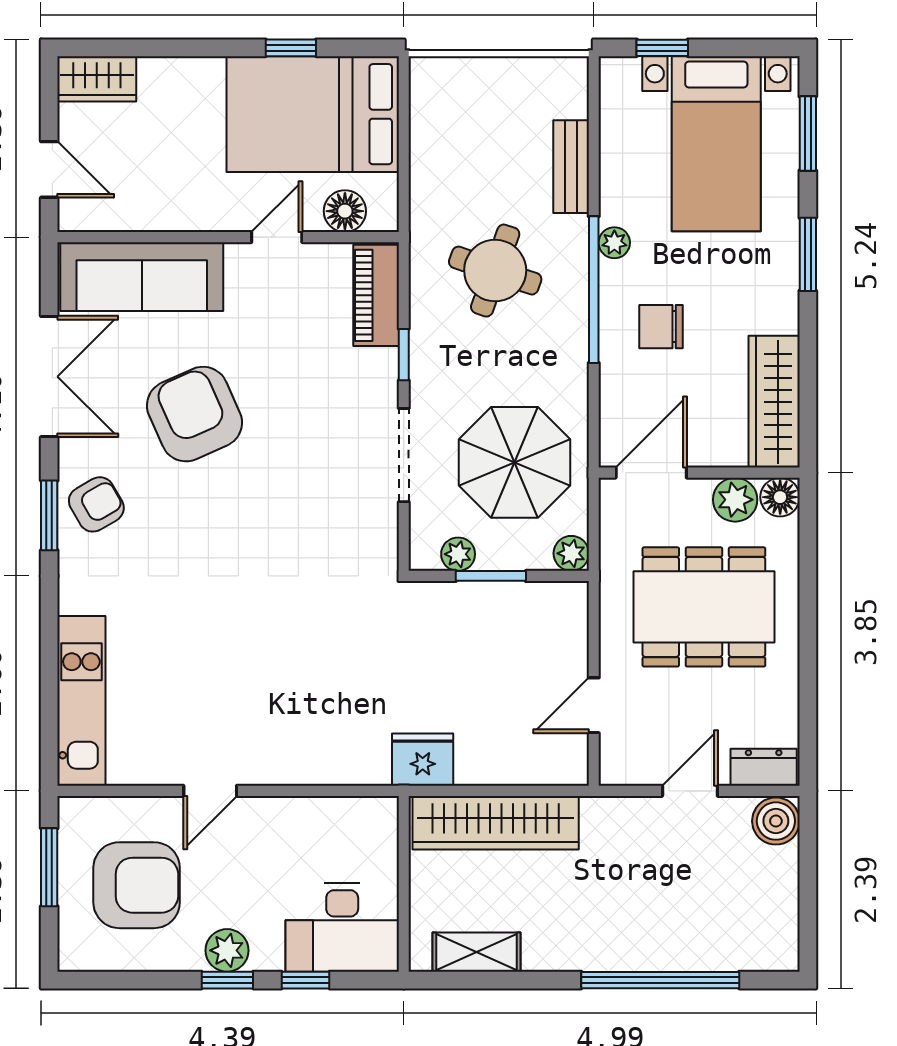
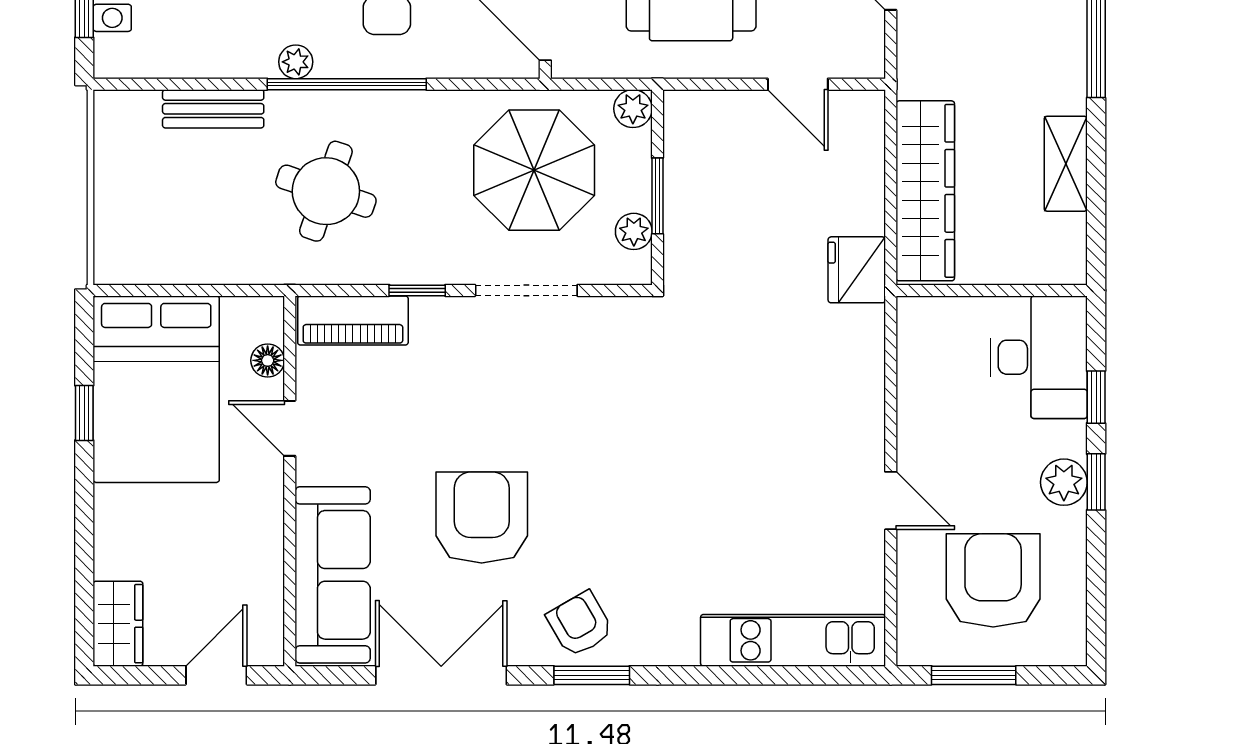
floor lamp: (345, 211) -> (268, 360), width x0.73, depth x0.73
armchair: (194, 414) -> (482, 518), turned 114
shelving: (476, 952) -> (1066, 164), moved

